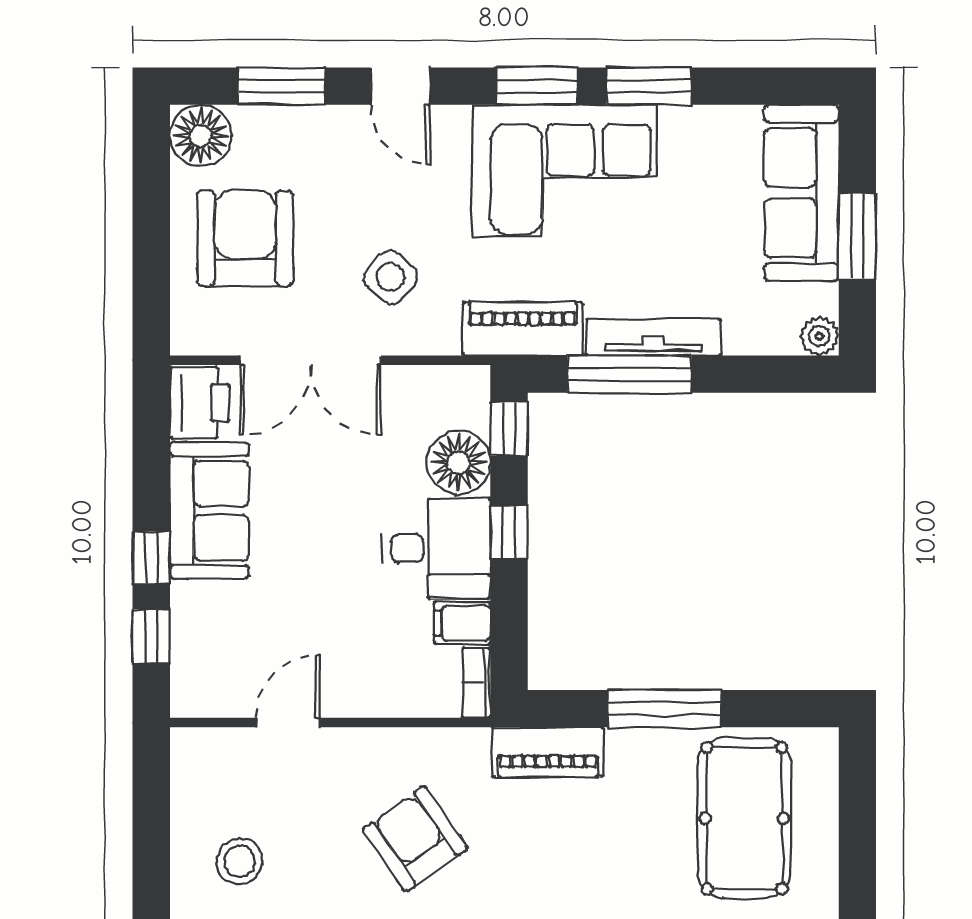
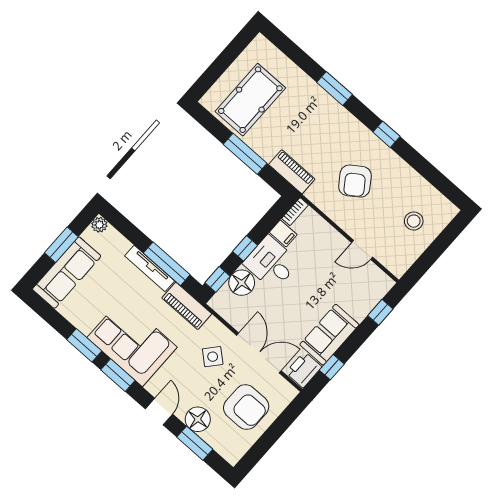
floor lamp: (201, 136) -> (198, 419), moved
armchair: (245, 238) -> (246, 407), turned -90
window: (151, 558) -> (332, 367), moved

